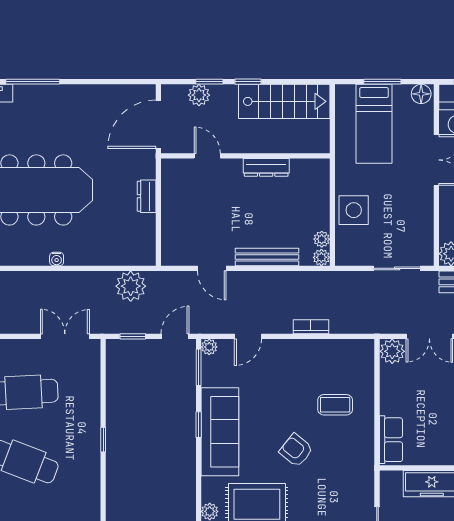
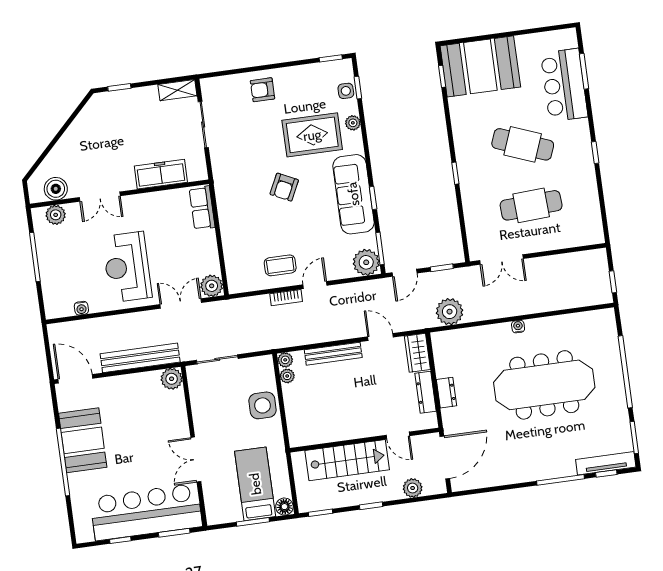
window: (209, 82) -> (320, 513), moved
floor lamp: (421, 94) -> (284, 507), moved
stairs: (284, 101) -> (347, 460), moved, turned 180
dresser: (266, 167) -> (426, 392), moved, turned -90
wardrobe: (173, 245) -> (417, 353), added
door: (248, 336) -> (315, 285), moved
plant: (209, 347) -> (366, 262), width x1.87, depth x1.87
coffee table: (335, 405) -> (280, 265), moved
armchair: (296, 450) -> (284, 187), turned 77

